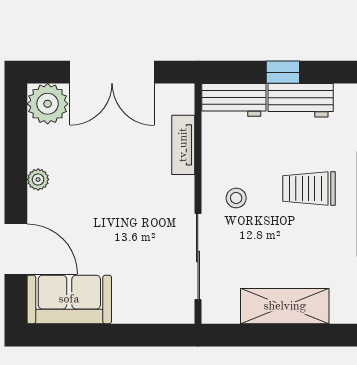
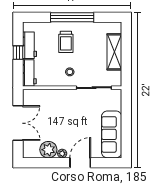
plant: (48, 104) -> (48, 150), moved
tv unit: (183, 145) -> (48, 94), removed
door: (16, 249) -> (80, 163), moved
sofa: (69, 299) -> (112, 134), width x1.36

